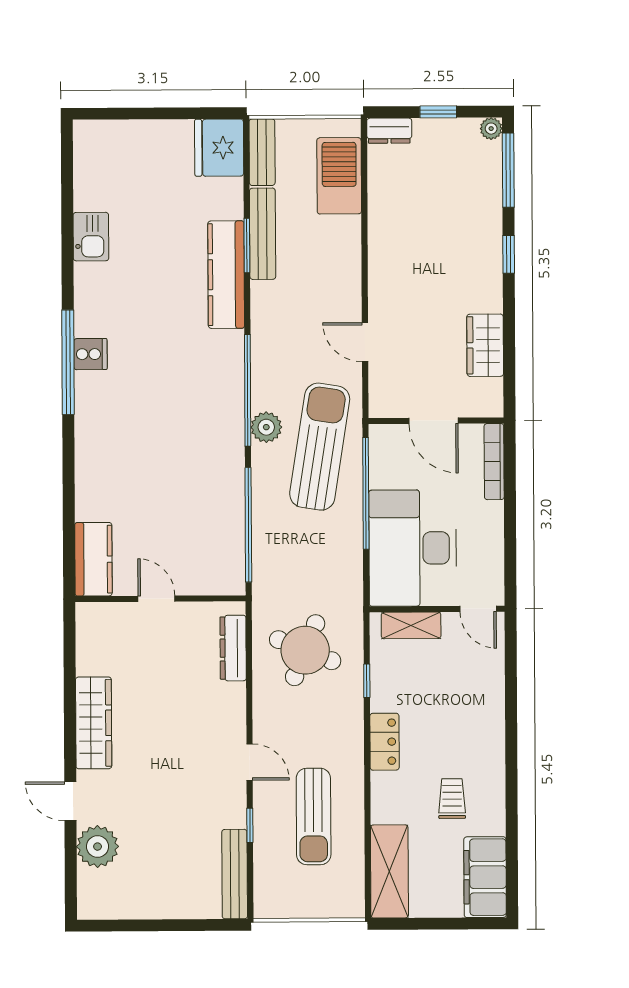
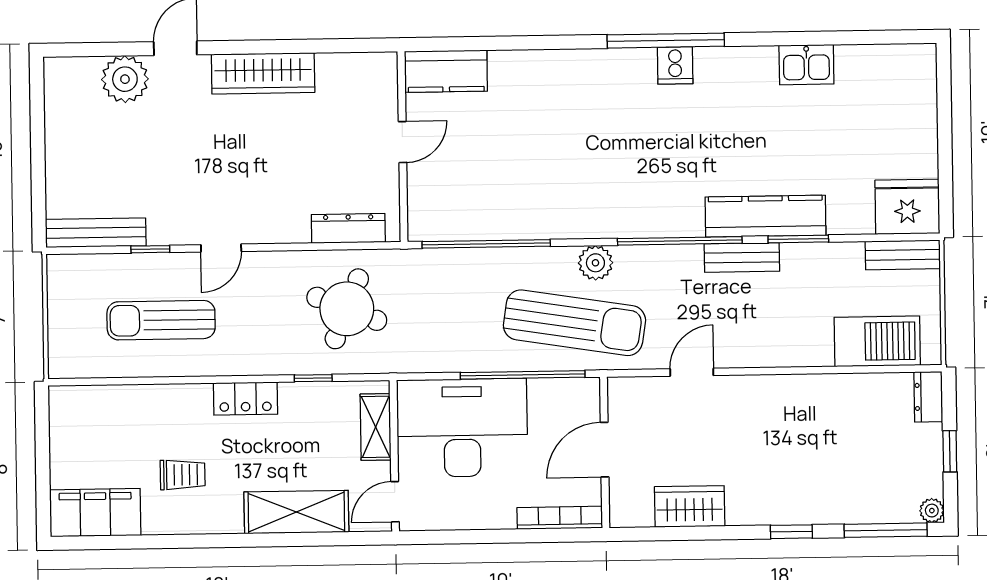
bench: (263, 234) -> (742, 257), moved, width x0.73
window: (248, 390) -> (680, 241), moved
shelving: (389, 871) -> (296, 512), moved

